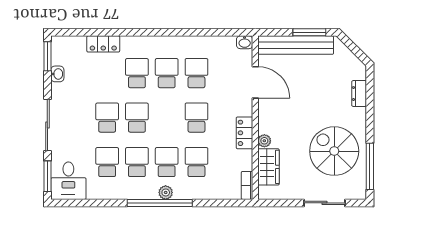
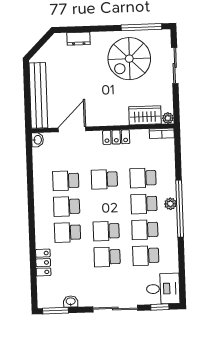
window: (309, 32) -> (27, 84), removed
plant: (264, 141) -> (168, 118), moved
window: (47, 176) -> (160, 307), width x0.67

